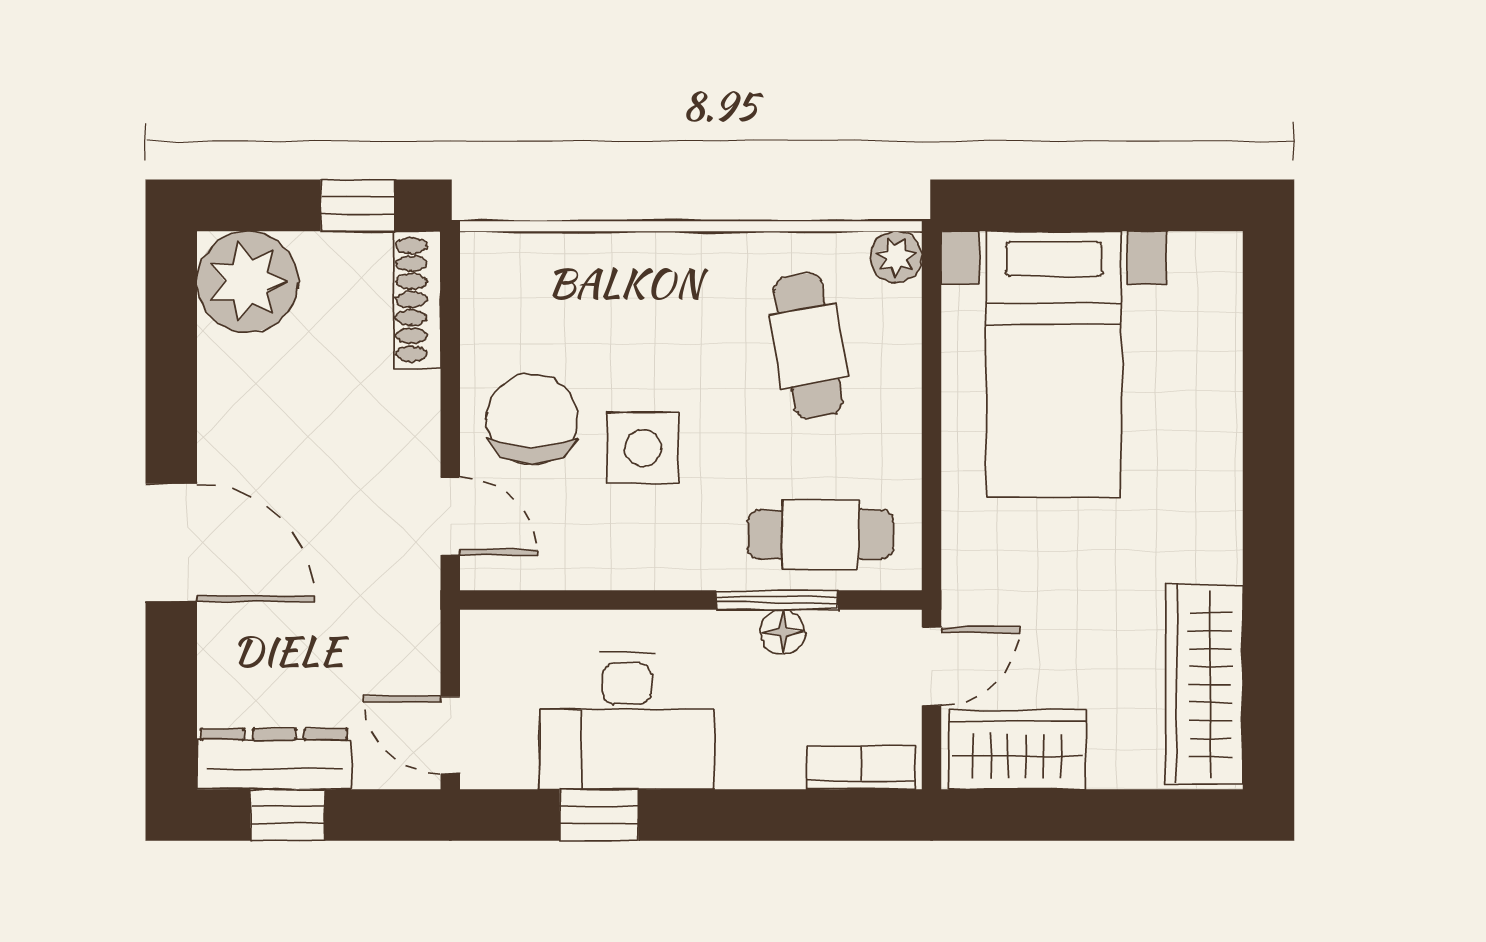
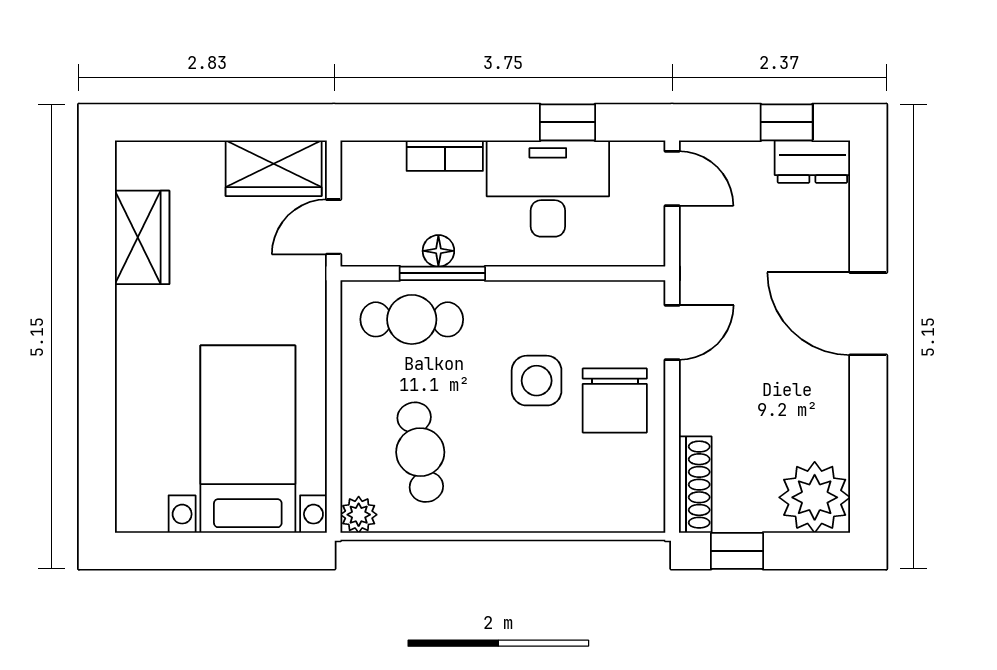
door: (450, 516) -> (672, 332), swing flipped
wardrobe: (1204, 685) -> (142, 237), width x0.67
dresser: (274, 759) -> (812, 162), width x0.70
bookcase: (861, 768) -> (445, 156), moved

